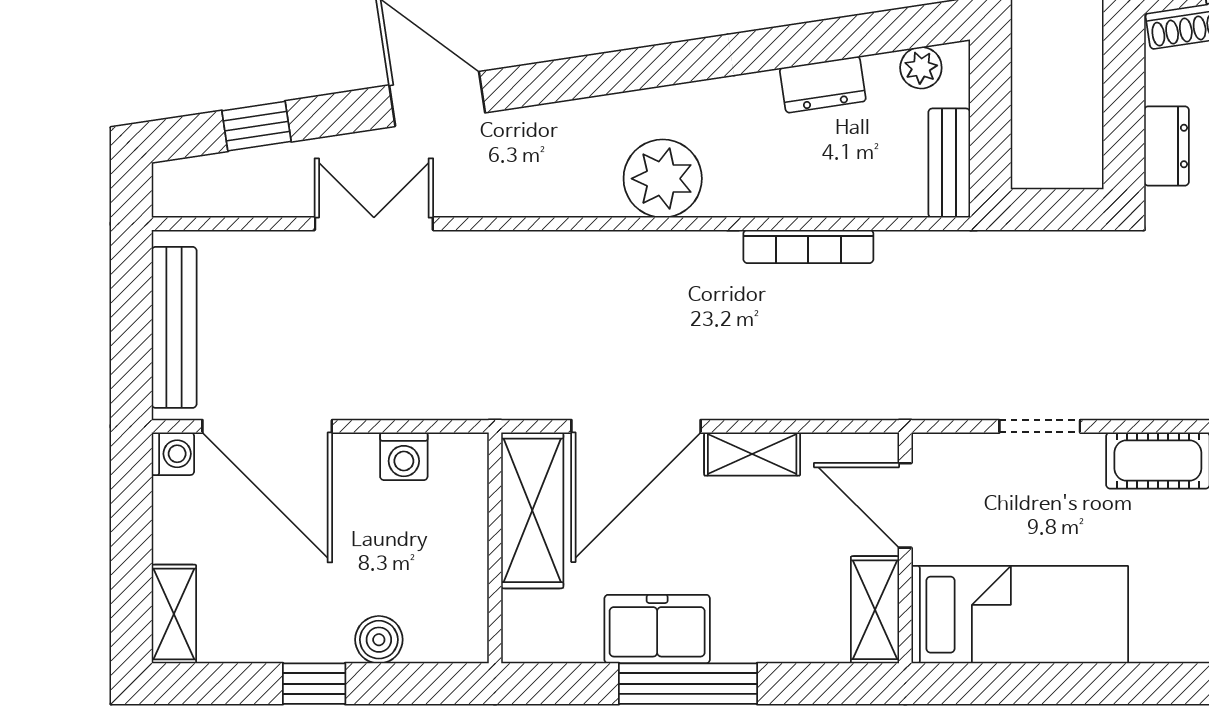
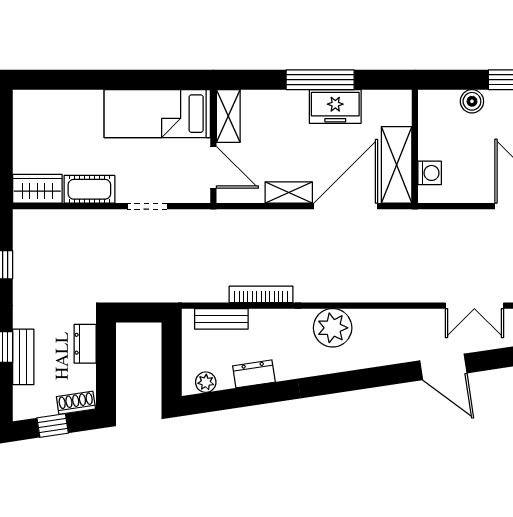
bench: (949, 163) -> (221, 319), moved, turned 90
washing machine: (404, 456) -> (430, 173), moved, turned 90

